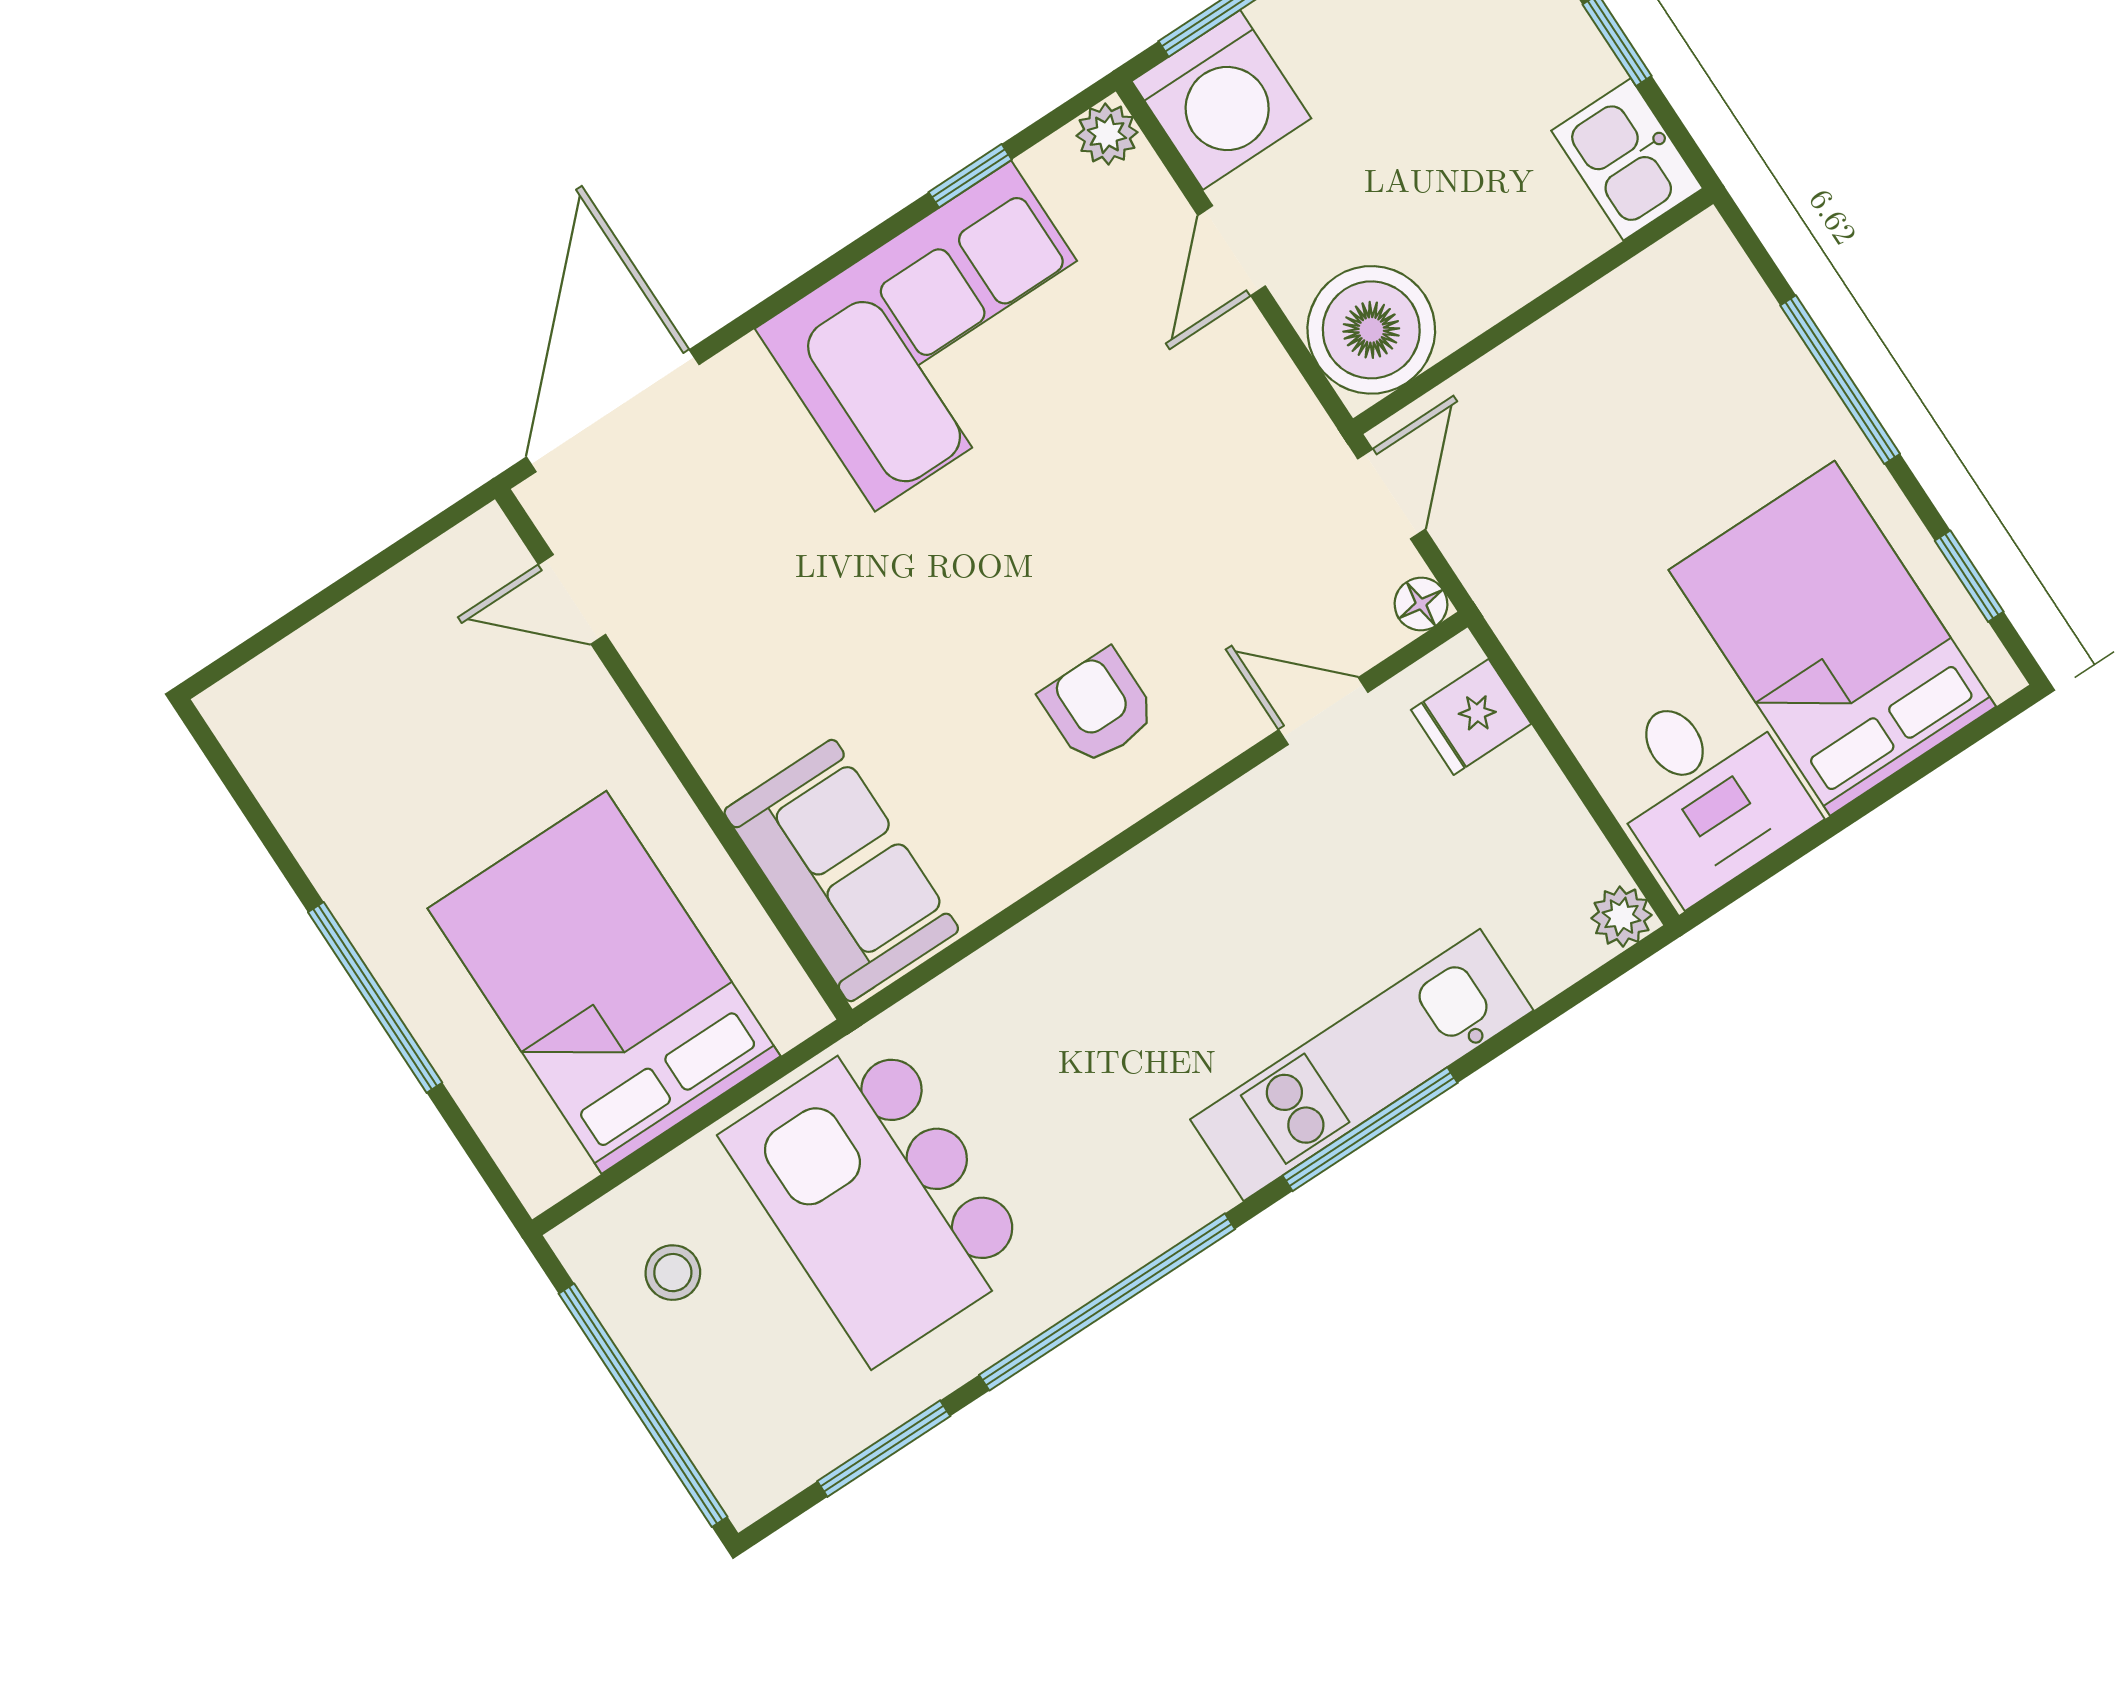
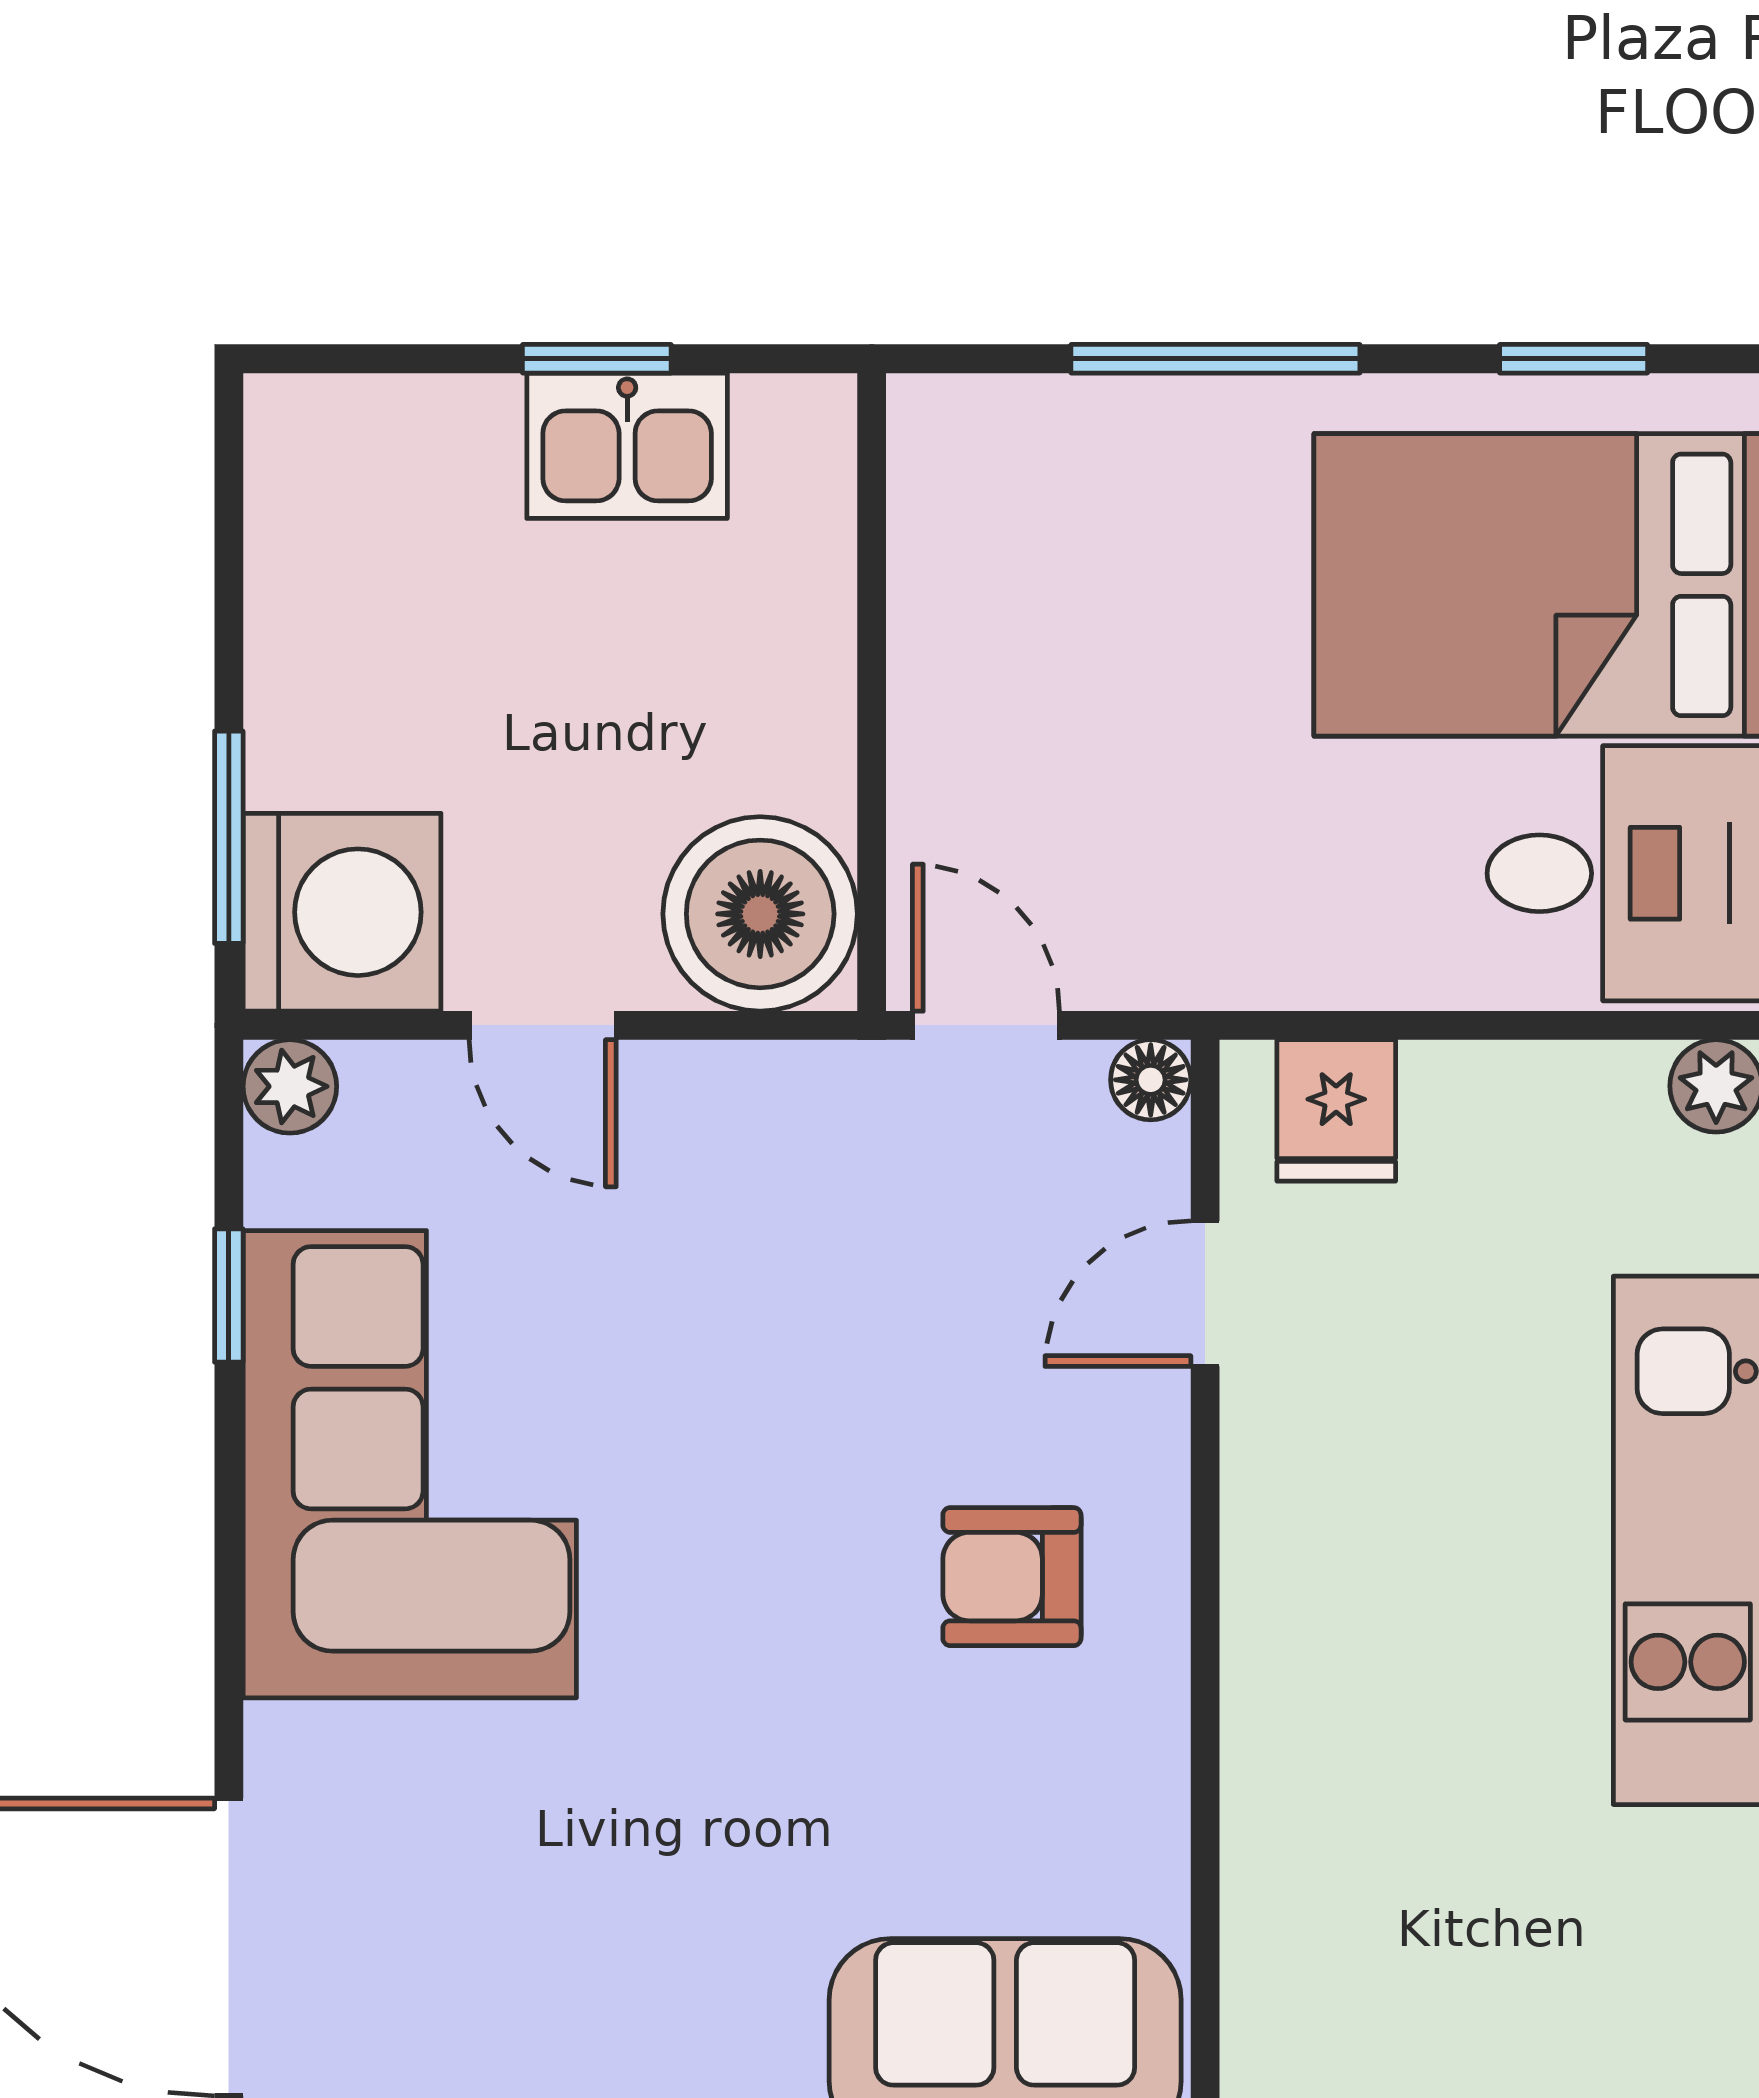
kitchen sink: (1627, 159) -> (627, 446), moved

